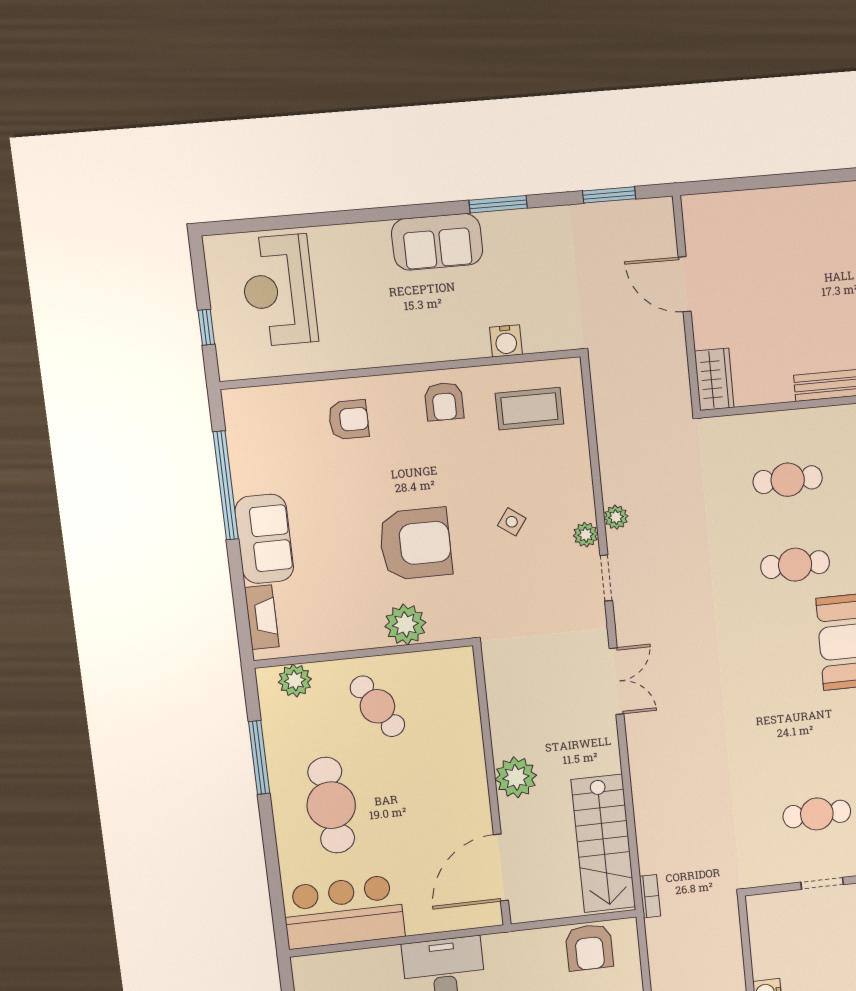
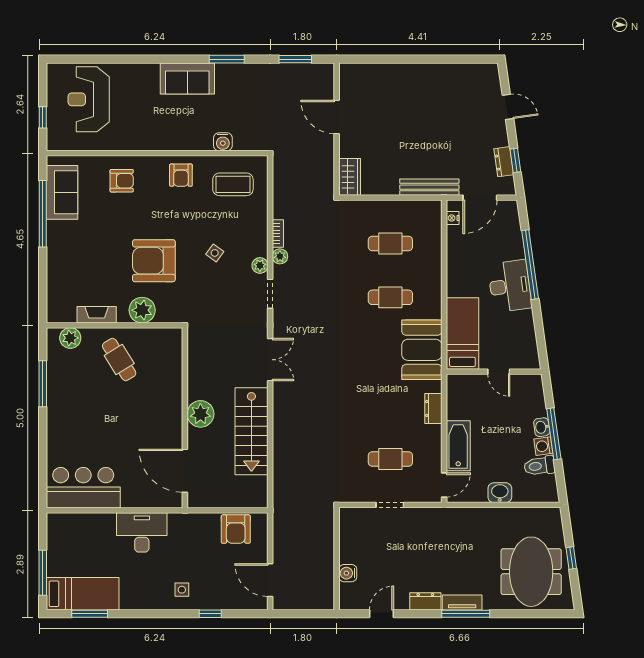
sofa: (264, 539) -> (62, 192), moved
armchair: (415, 544) -> (154, 261), turned 180
fireplace: (262, 617) -> (97, 315), moved, turned -90
cafe table: (331, 805) -> (83, 419), removed
stairs: (603, 843) -> (251, 431), moved
door: (501, 868) -> (185, 471), hinge flipped
bookcase: (650, 896) -> (278, 233), moved

